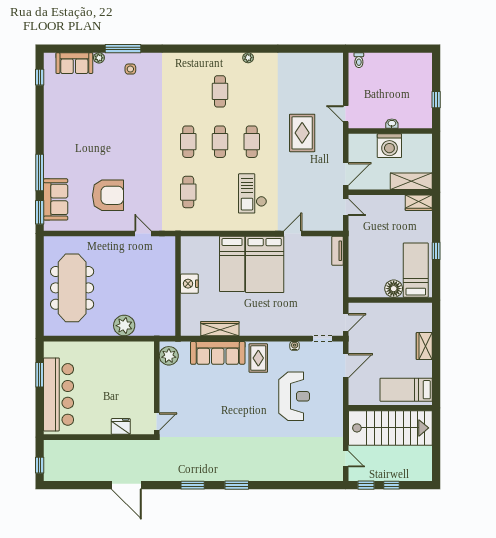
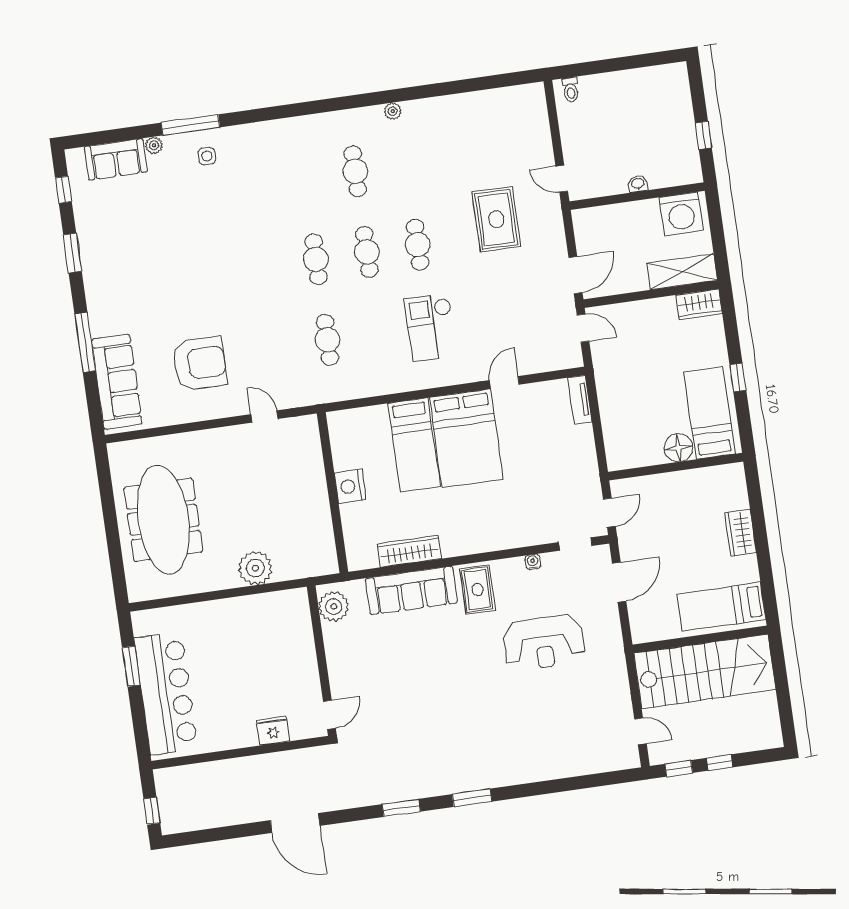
washing machine: (389, 146) -> (681, 214), moved
sofa: (56, 199) -> (117, 382), width x1.36
window: (40, 212) -> (72, 253), moved
reception desk: (294, 396) -> (544, 643), turned 90

